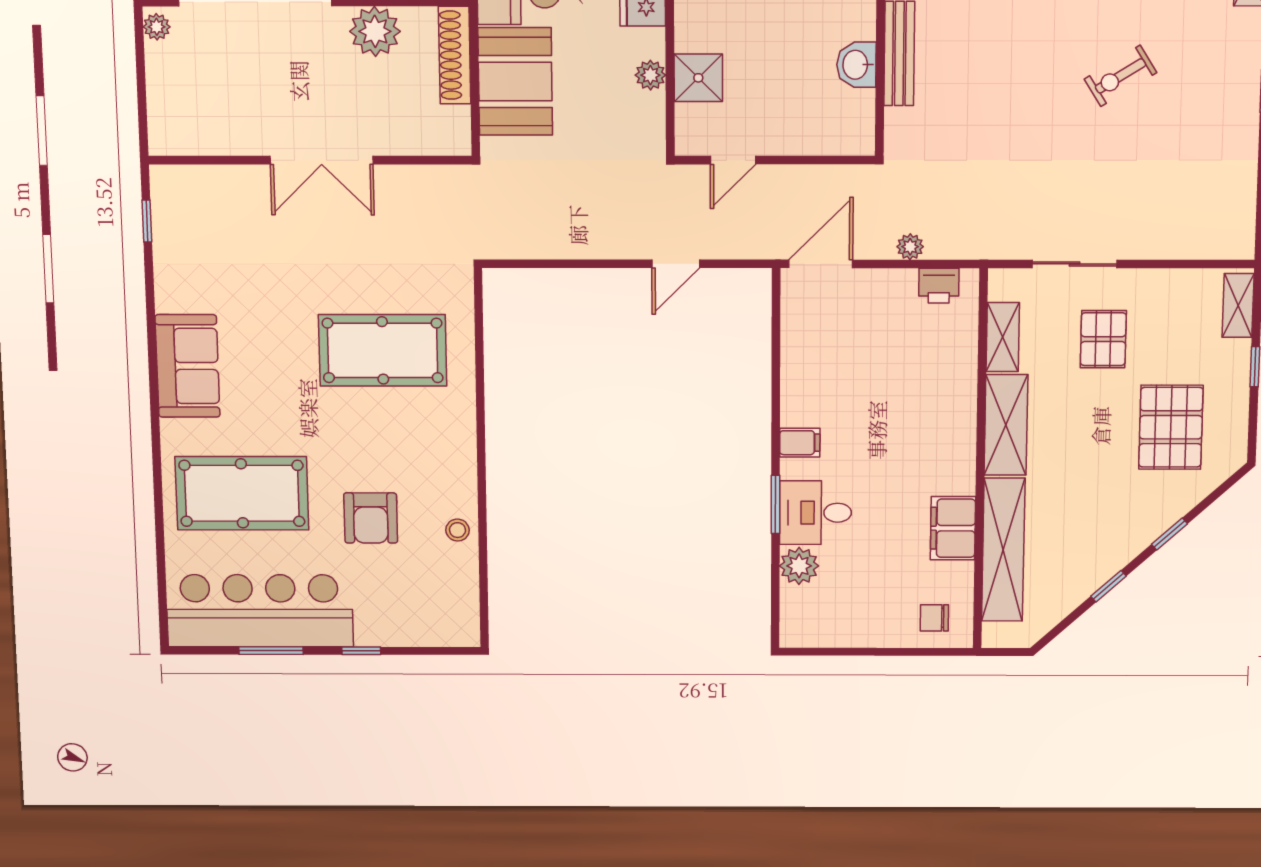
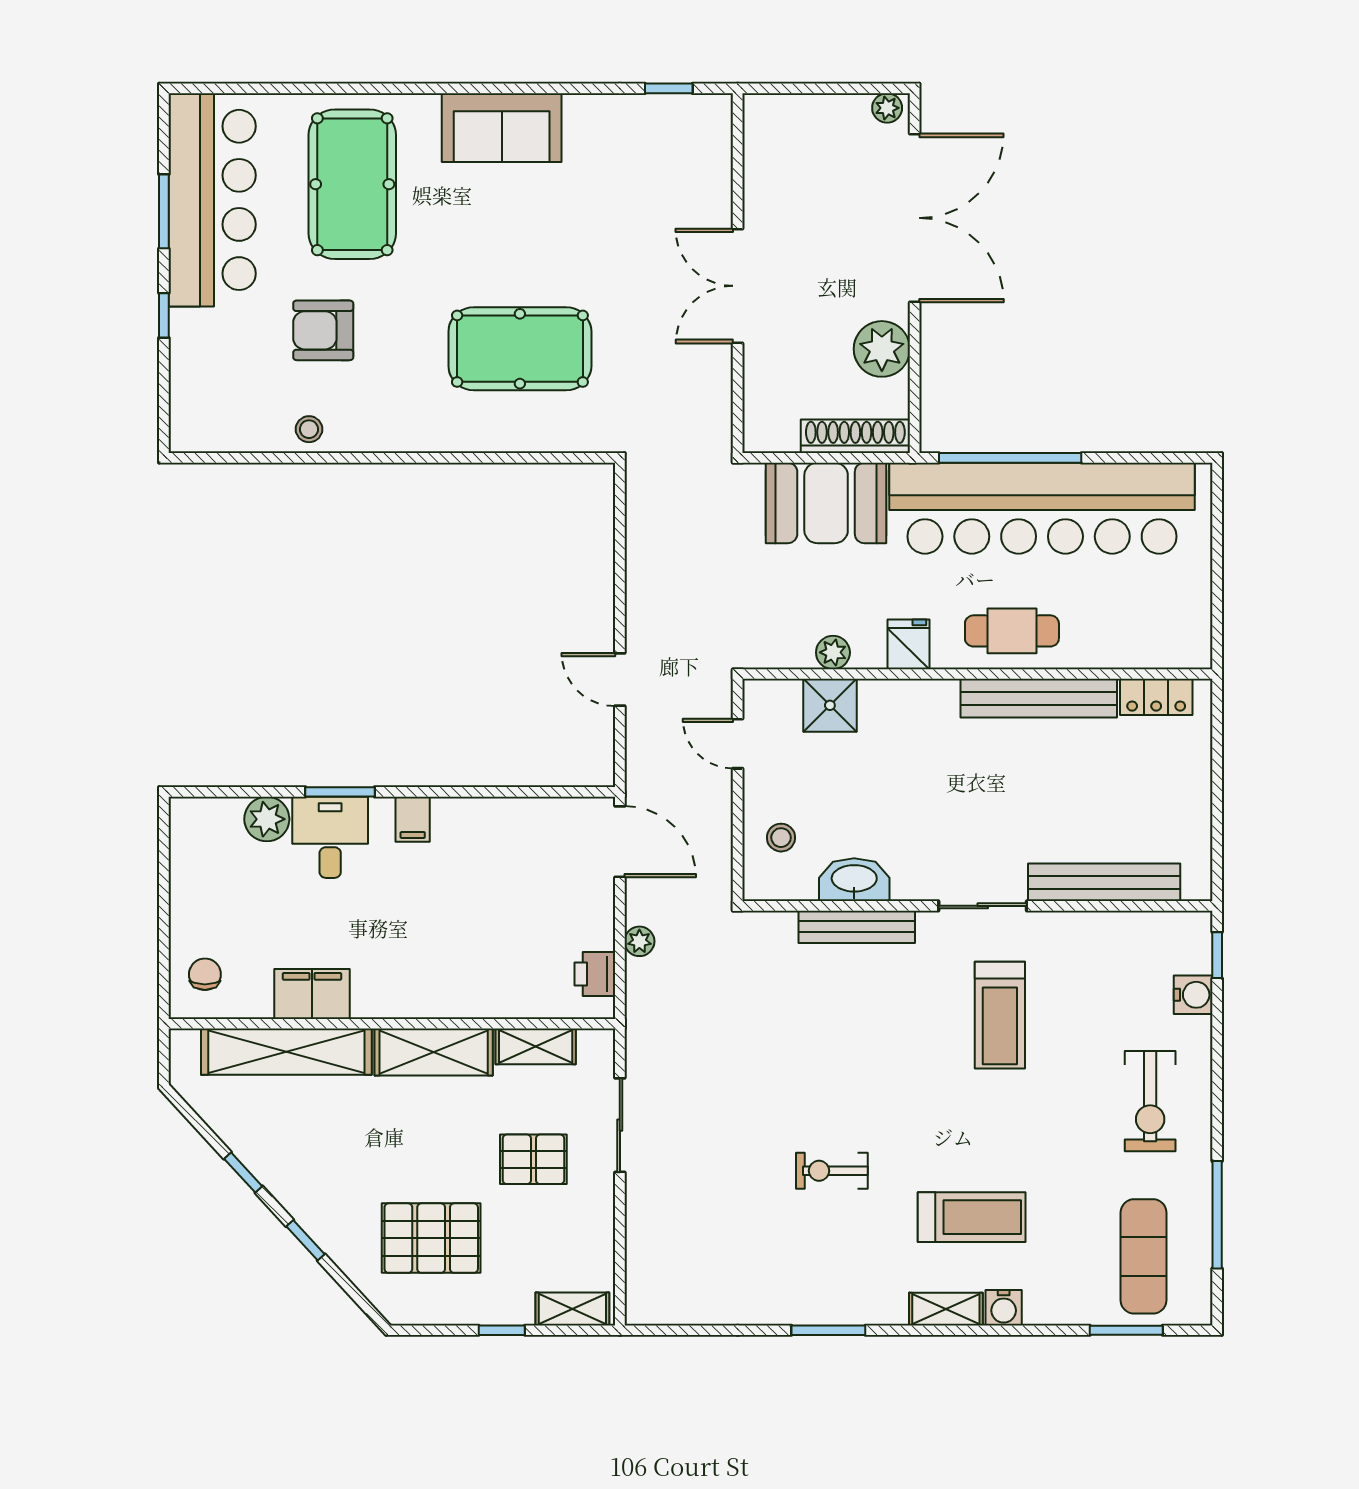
washbasin: (856, 65) -> (854, 880), width x1.38
exercise bike: (1120, 76) -> (832, 1171), turned -58
stool: (818, 122) -> (781, 838), added
pool table: (383, 350) -> (520, 349), turned 90

